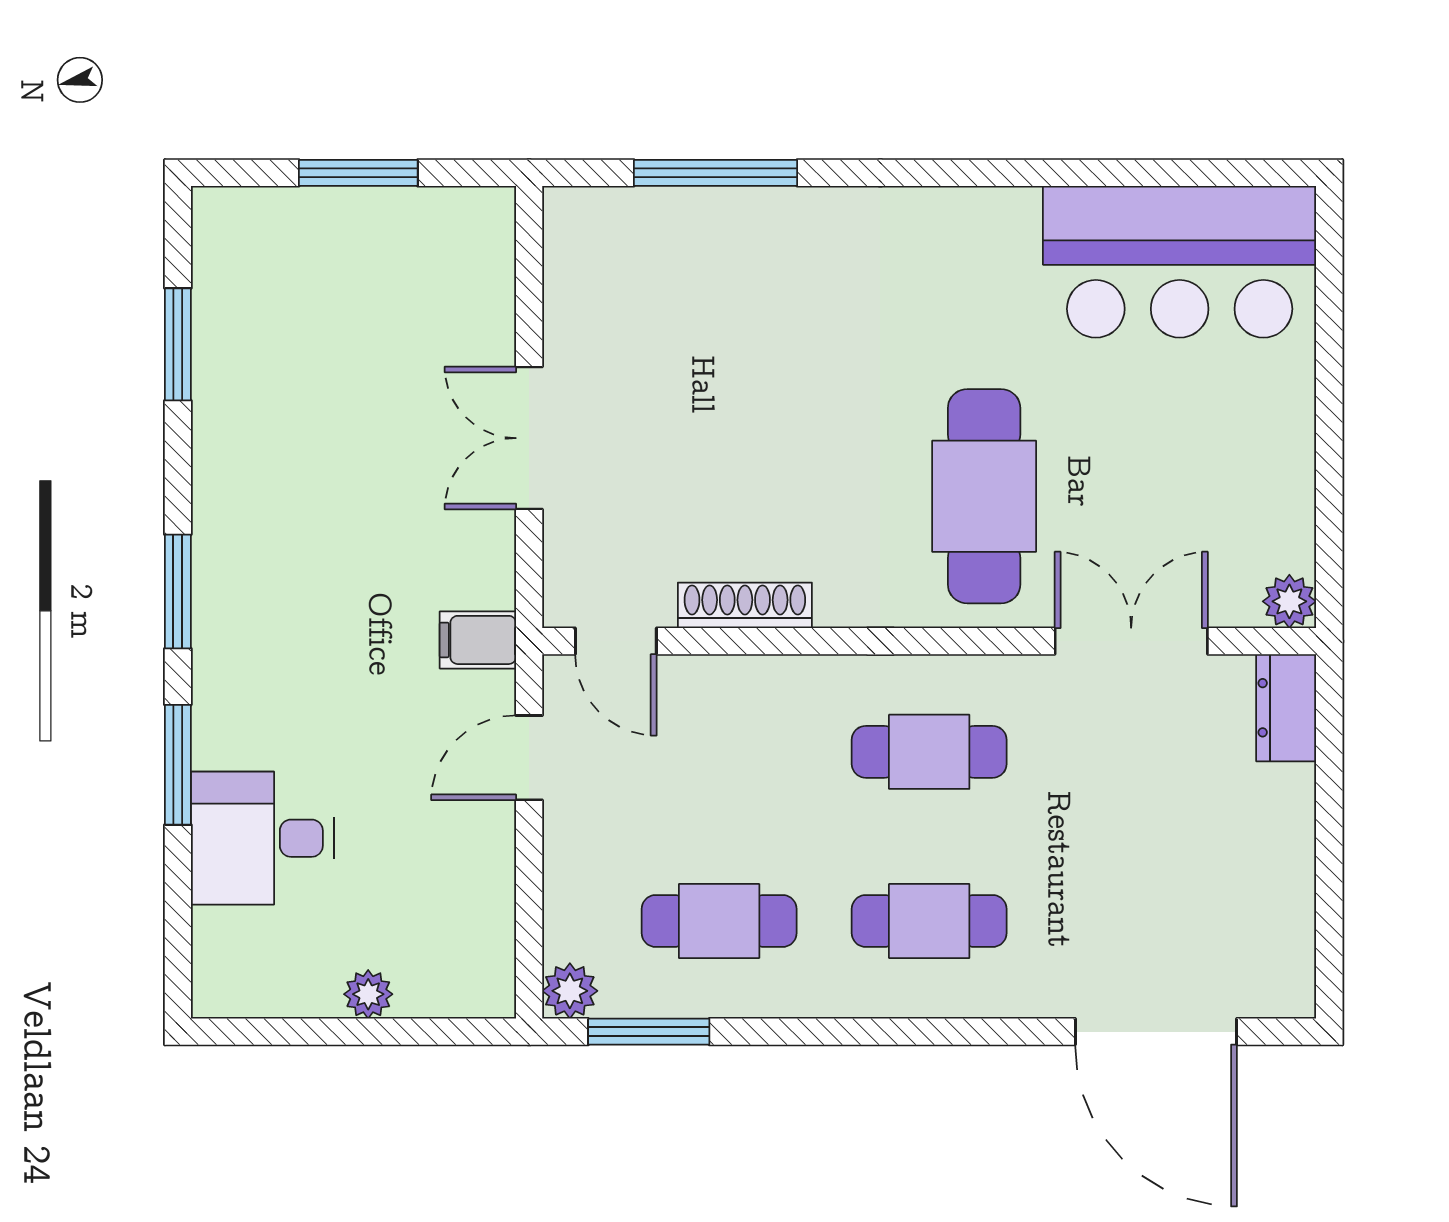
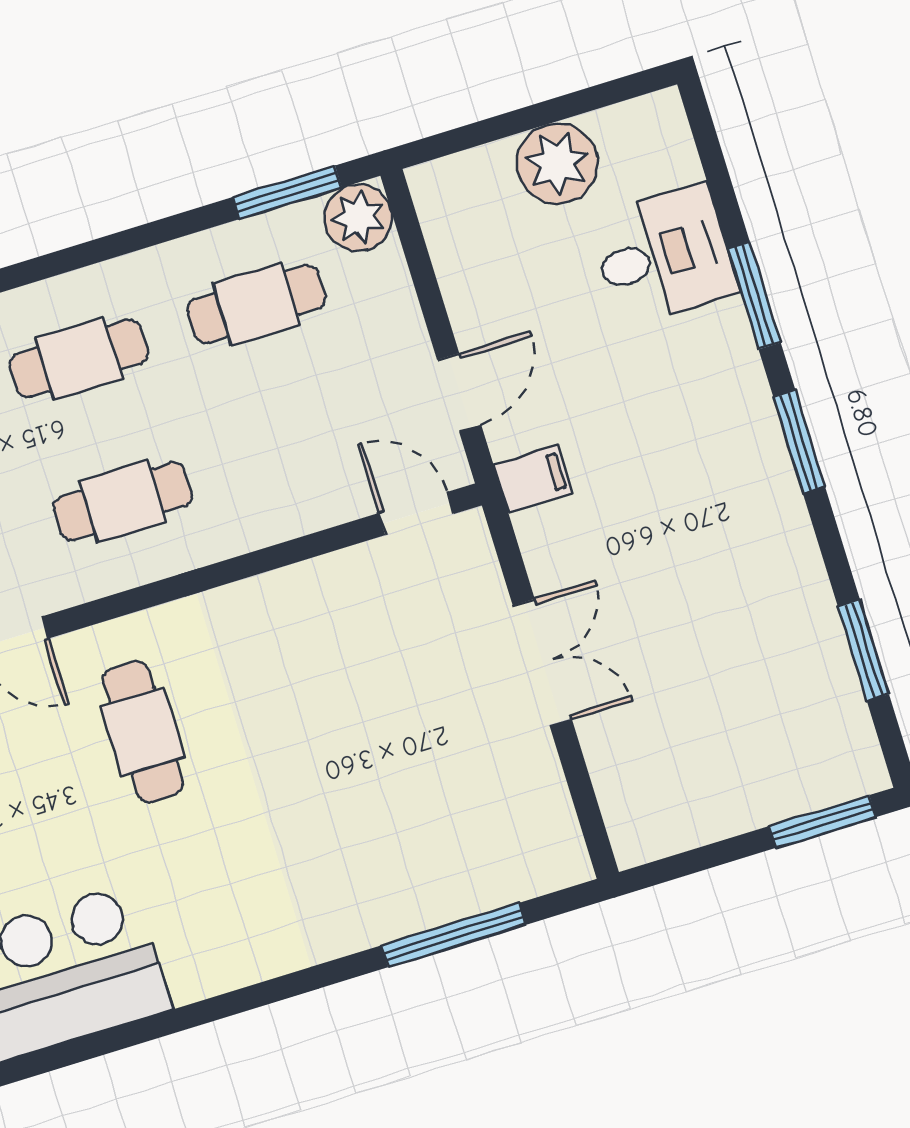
window: (358, 173) -> (822, 822), moved
cafe table: (984, 496) -> (143, 732), width x0.73, depth x0.74
shoe rack: (745, 605) -> (317, 577), removed
plant: (570, 991) -> (358, 218), width x1.38, depth x1.38
plant: (368, 994) -> (557, 163), width x1.87, depth x1.87

